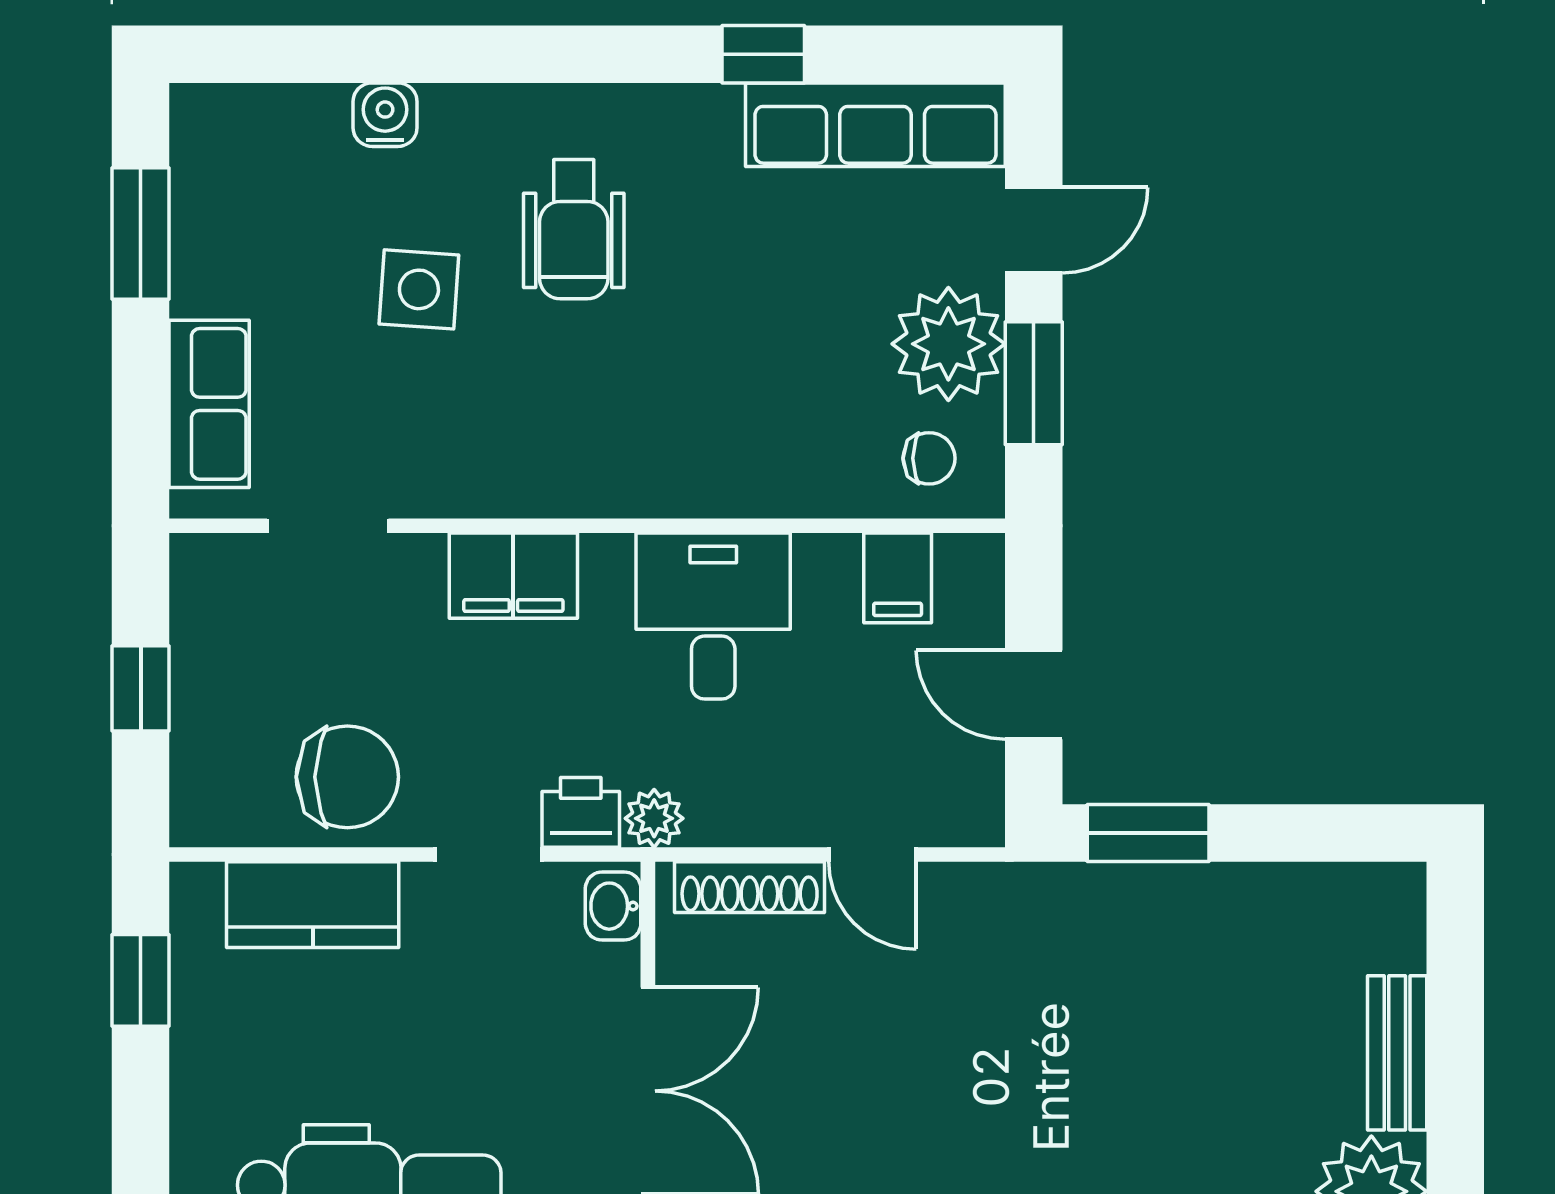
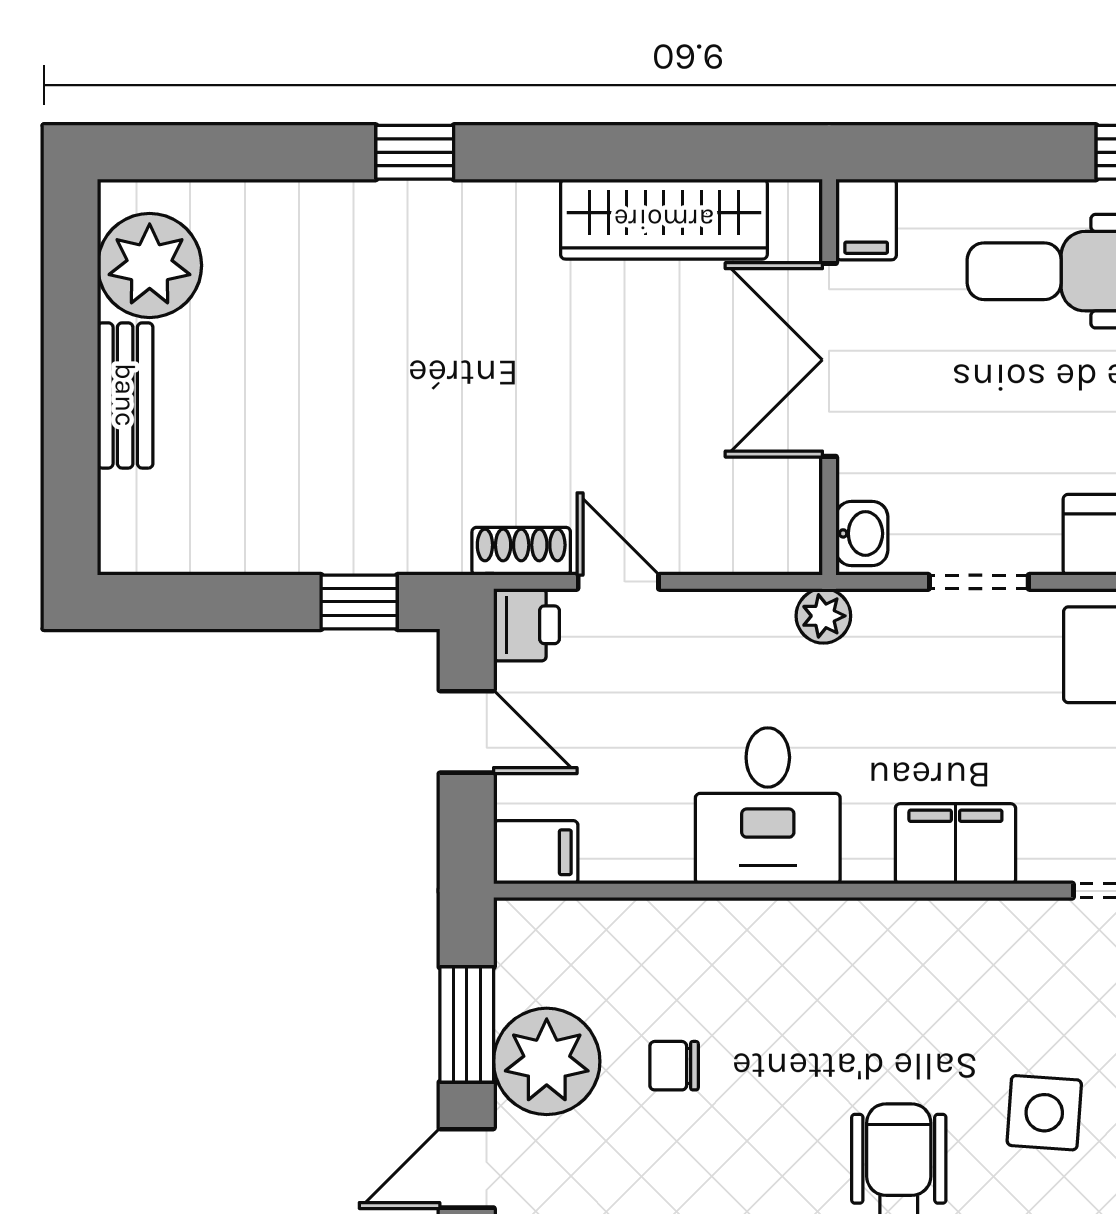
chair: (929, 458) -> (674, 1066), moved
filing cabinet: (898, 578) -> (536, 852), moved, turned 90
printer: (581, 812) -> (526, 625), moved, turned -90
window: (1148, 833) -> (359, 602), width x0.67
shoe rack: (750, 887) -> (521, 551), moved, width x0.70

